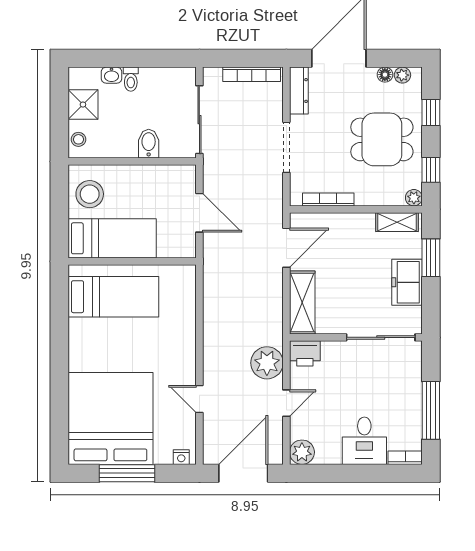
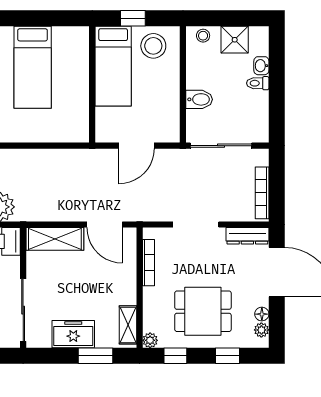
dining table: (382, 139) -> (203, 311), turned 90
window: (59, 217) -> (133, 18), added
bed: (113, 297) -> (33, 67), moved

